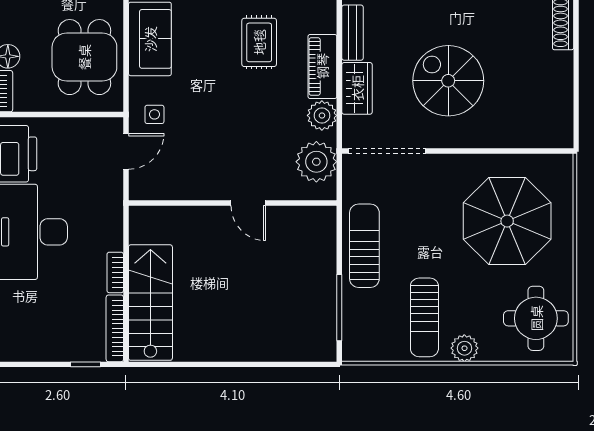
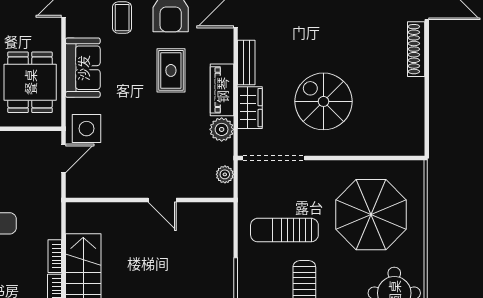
side table: (154, 114) -> (87, 129), width x1.87, depth x1.87
plant: (316, 162) -> (225, 174), width x0.53, depth x0.53
sun lounger: (364, 246) -> (284, 230), moved, turned -90

